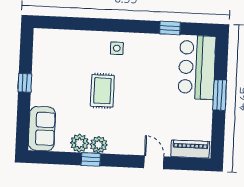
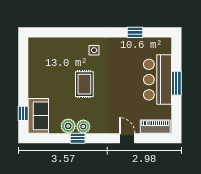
bar counter: (197, 67) -> (158, 80), moved
window: (25, 83) -> (23, 113), moved

